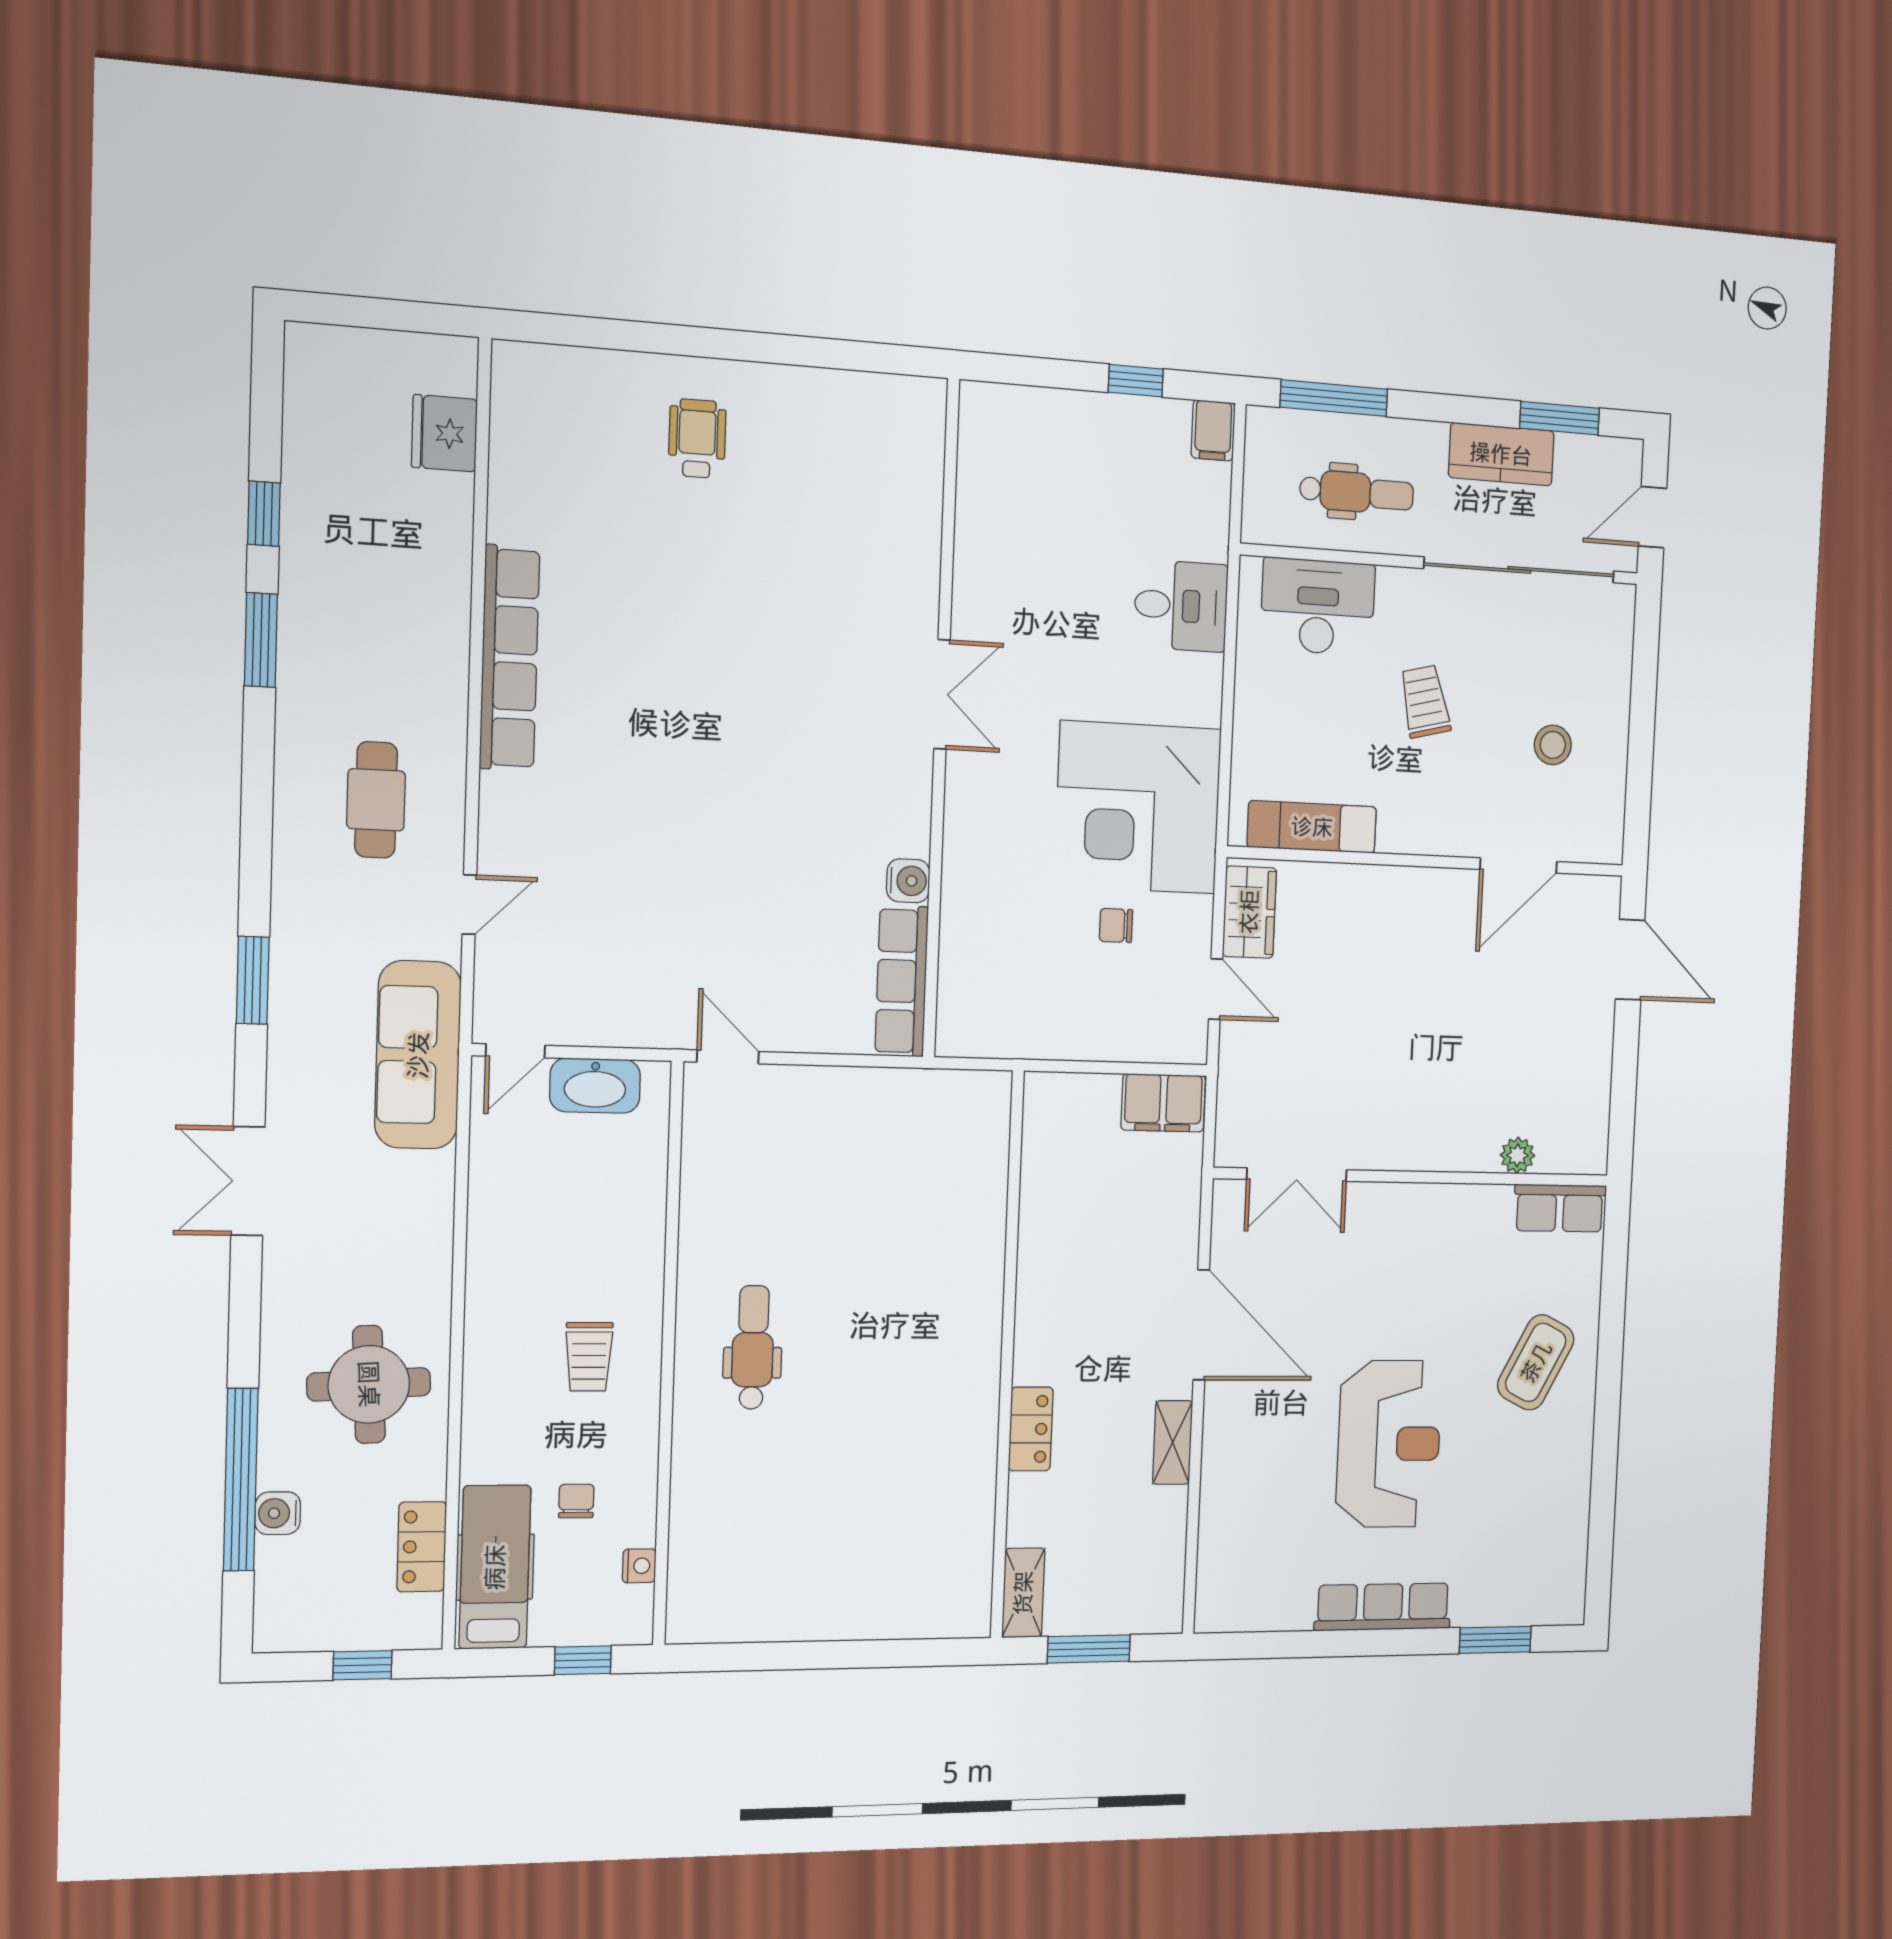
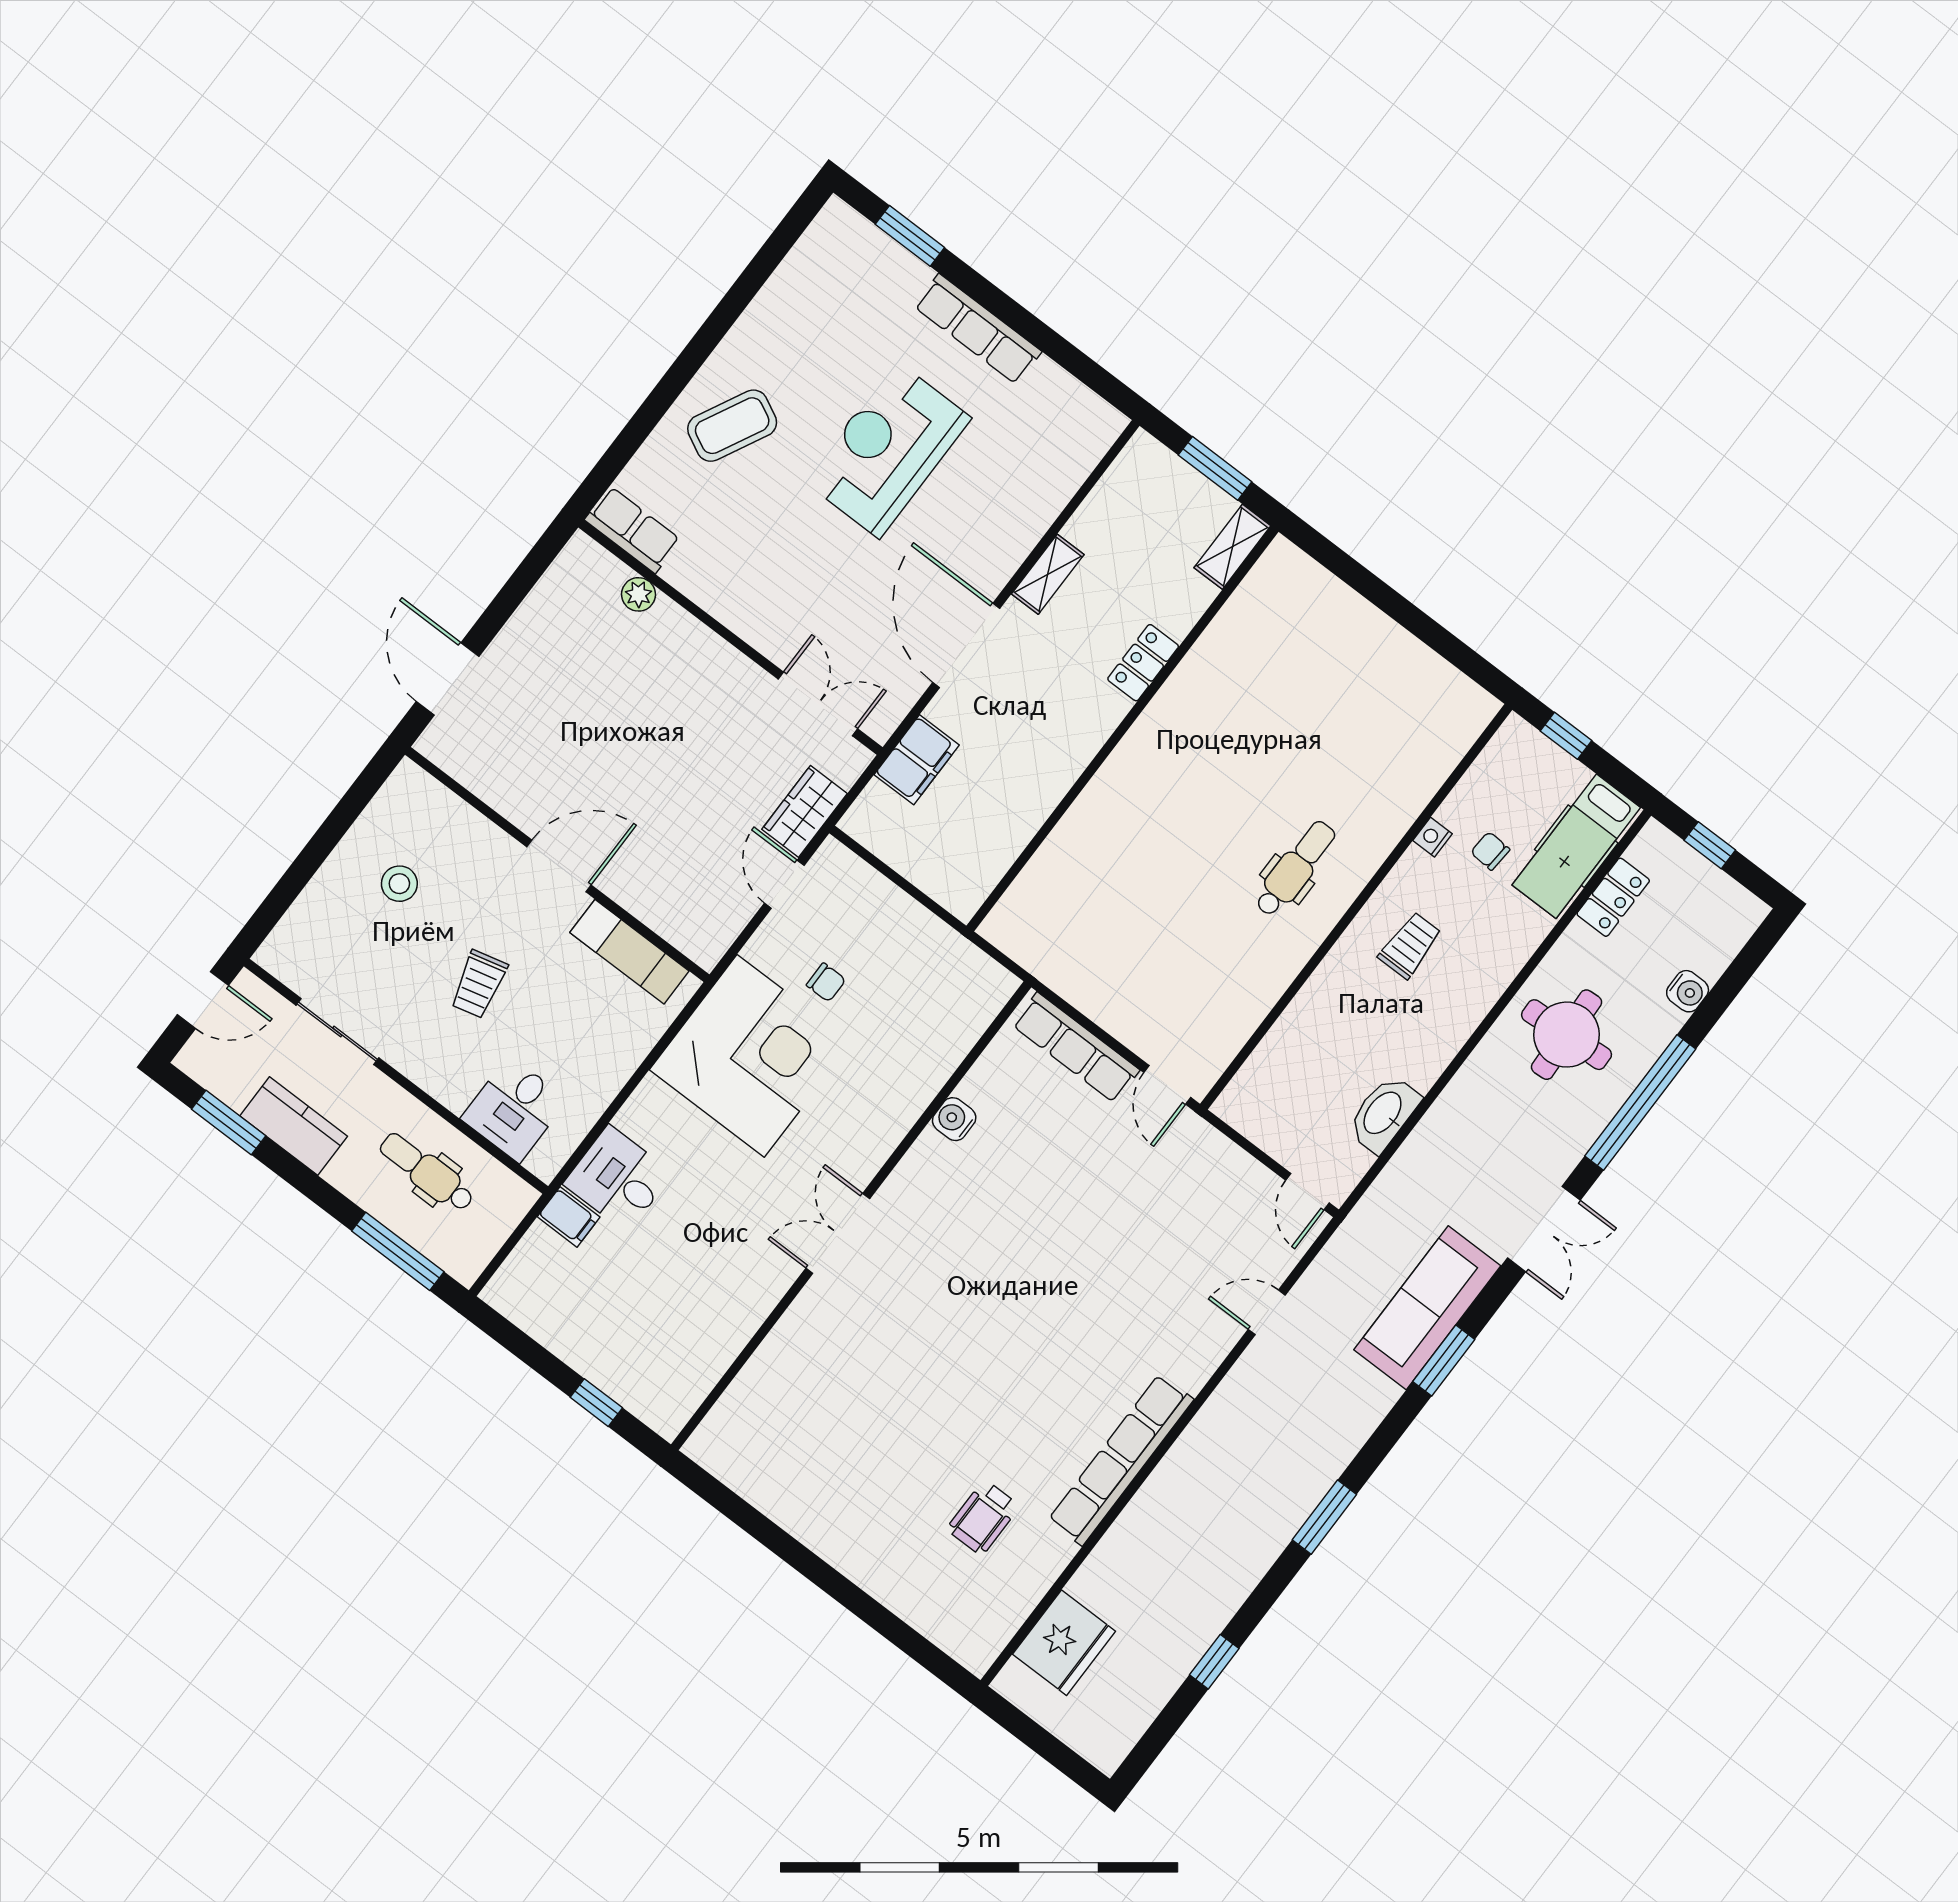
window: (1136, 381) -> (596, 1403), moved
filing cabinet: (1213, 430) -> (569, 1217), moved, turned 90
fridge: (444, 433) -> (1064, 1643), width x1.36, depth x1.34
wheelchair: (697, 439) -> (983, 1518), moved
sliding door: (1519, 570) -> (337, 1032), width x0.54
desk: (1318, 607) -> (514, 1109), width x0.73
window: (261, 640) -> (1324, 1517), moved
cafe table: (376, 800) -> (1277, 1425), removed
door: (1519, 866) -> (559, 866), moved
wardrobe: (1249, 912) -> (805, 811), moved
row of seats: (902, 981) -> (1076, 1048), moved, turned 90
door: (515, 1051) -> (1308, 1192), swing flipped
sofa: (418, 1055) -> (1427, 1308), moved, turned 180
washbasin: (595, 1086) -> (1384, 1114), moved, turned -90
filing cabinet: (1163, 1103) -> (917, 760), moved, turned 90
dental chair: (753, 1347) -> (1295, 869), turned 180
window: (241, 1480) -> (1640, 1102), moved
chair: (576, 1501) -> (1490, 851), turned 94
nightstand: (639, 1566) -> (1432, 837), moved

